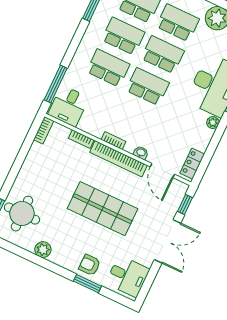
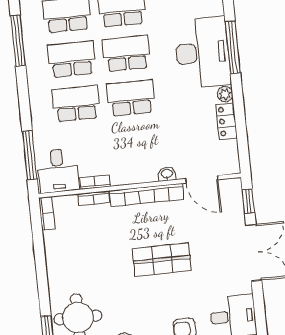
bookcase: (113, 141) -> (95, 182), moved
locker: (192, 164) -> (226, 121), moved
shop shelf: (102, 209) -> (162, 260), width x0.70, depth x0.74

